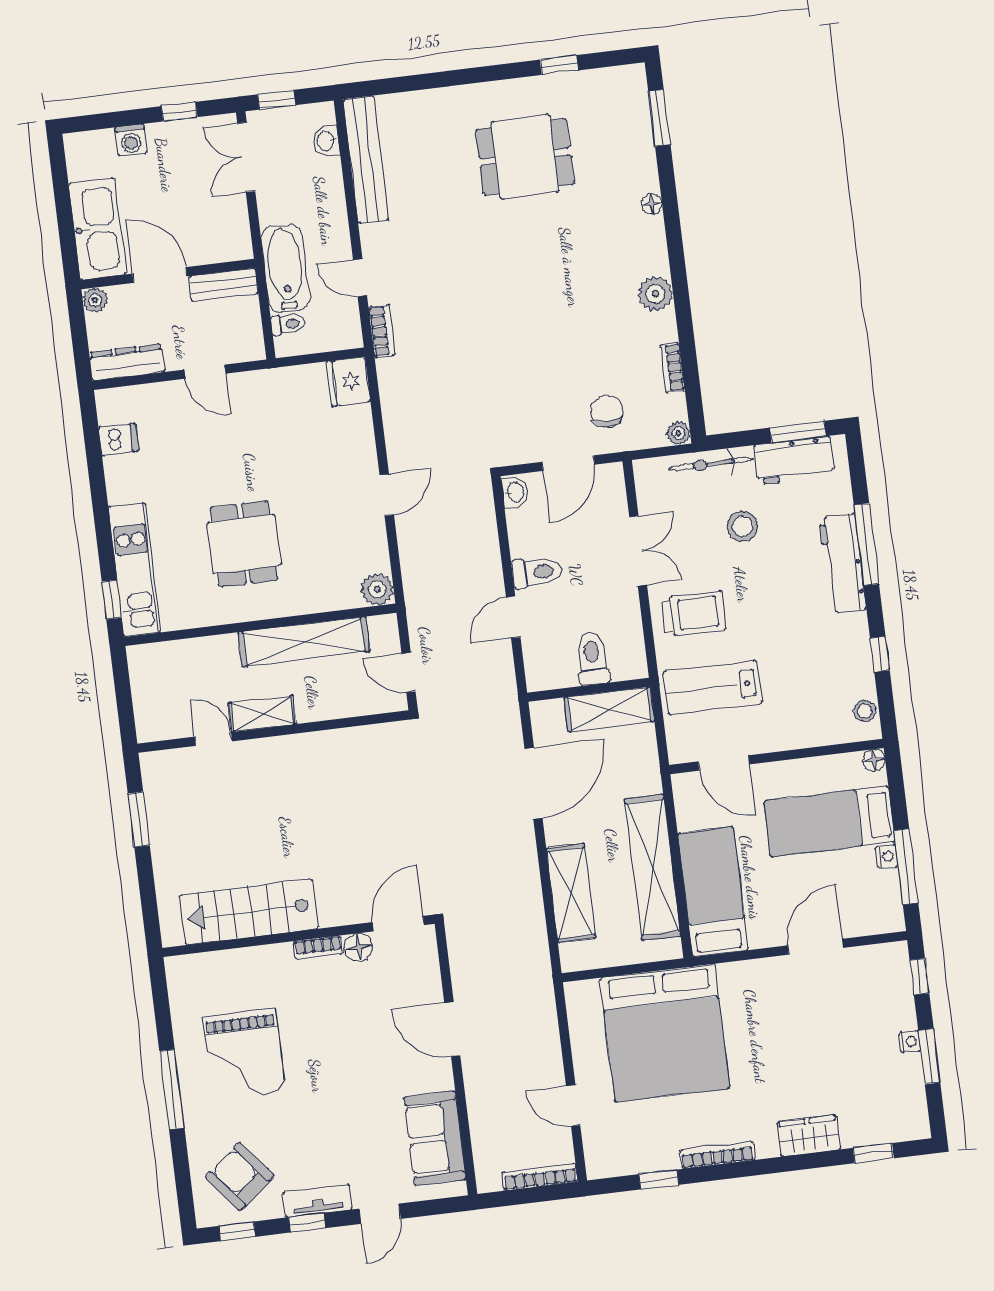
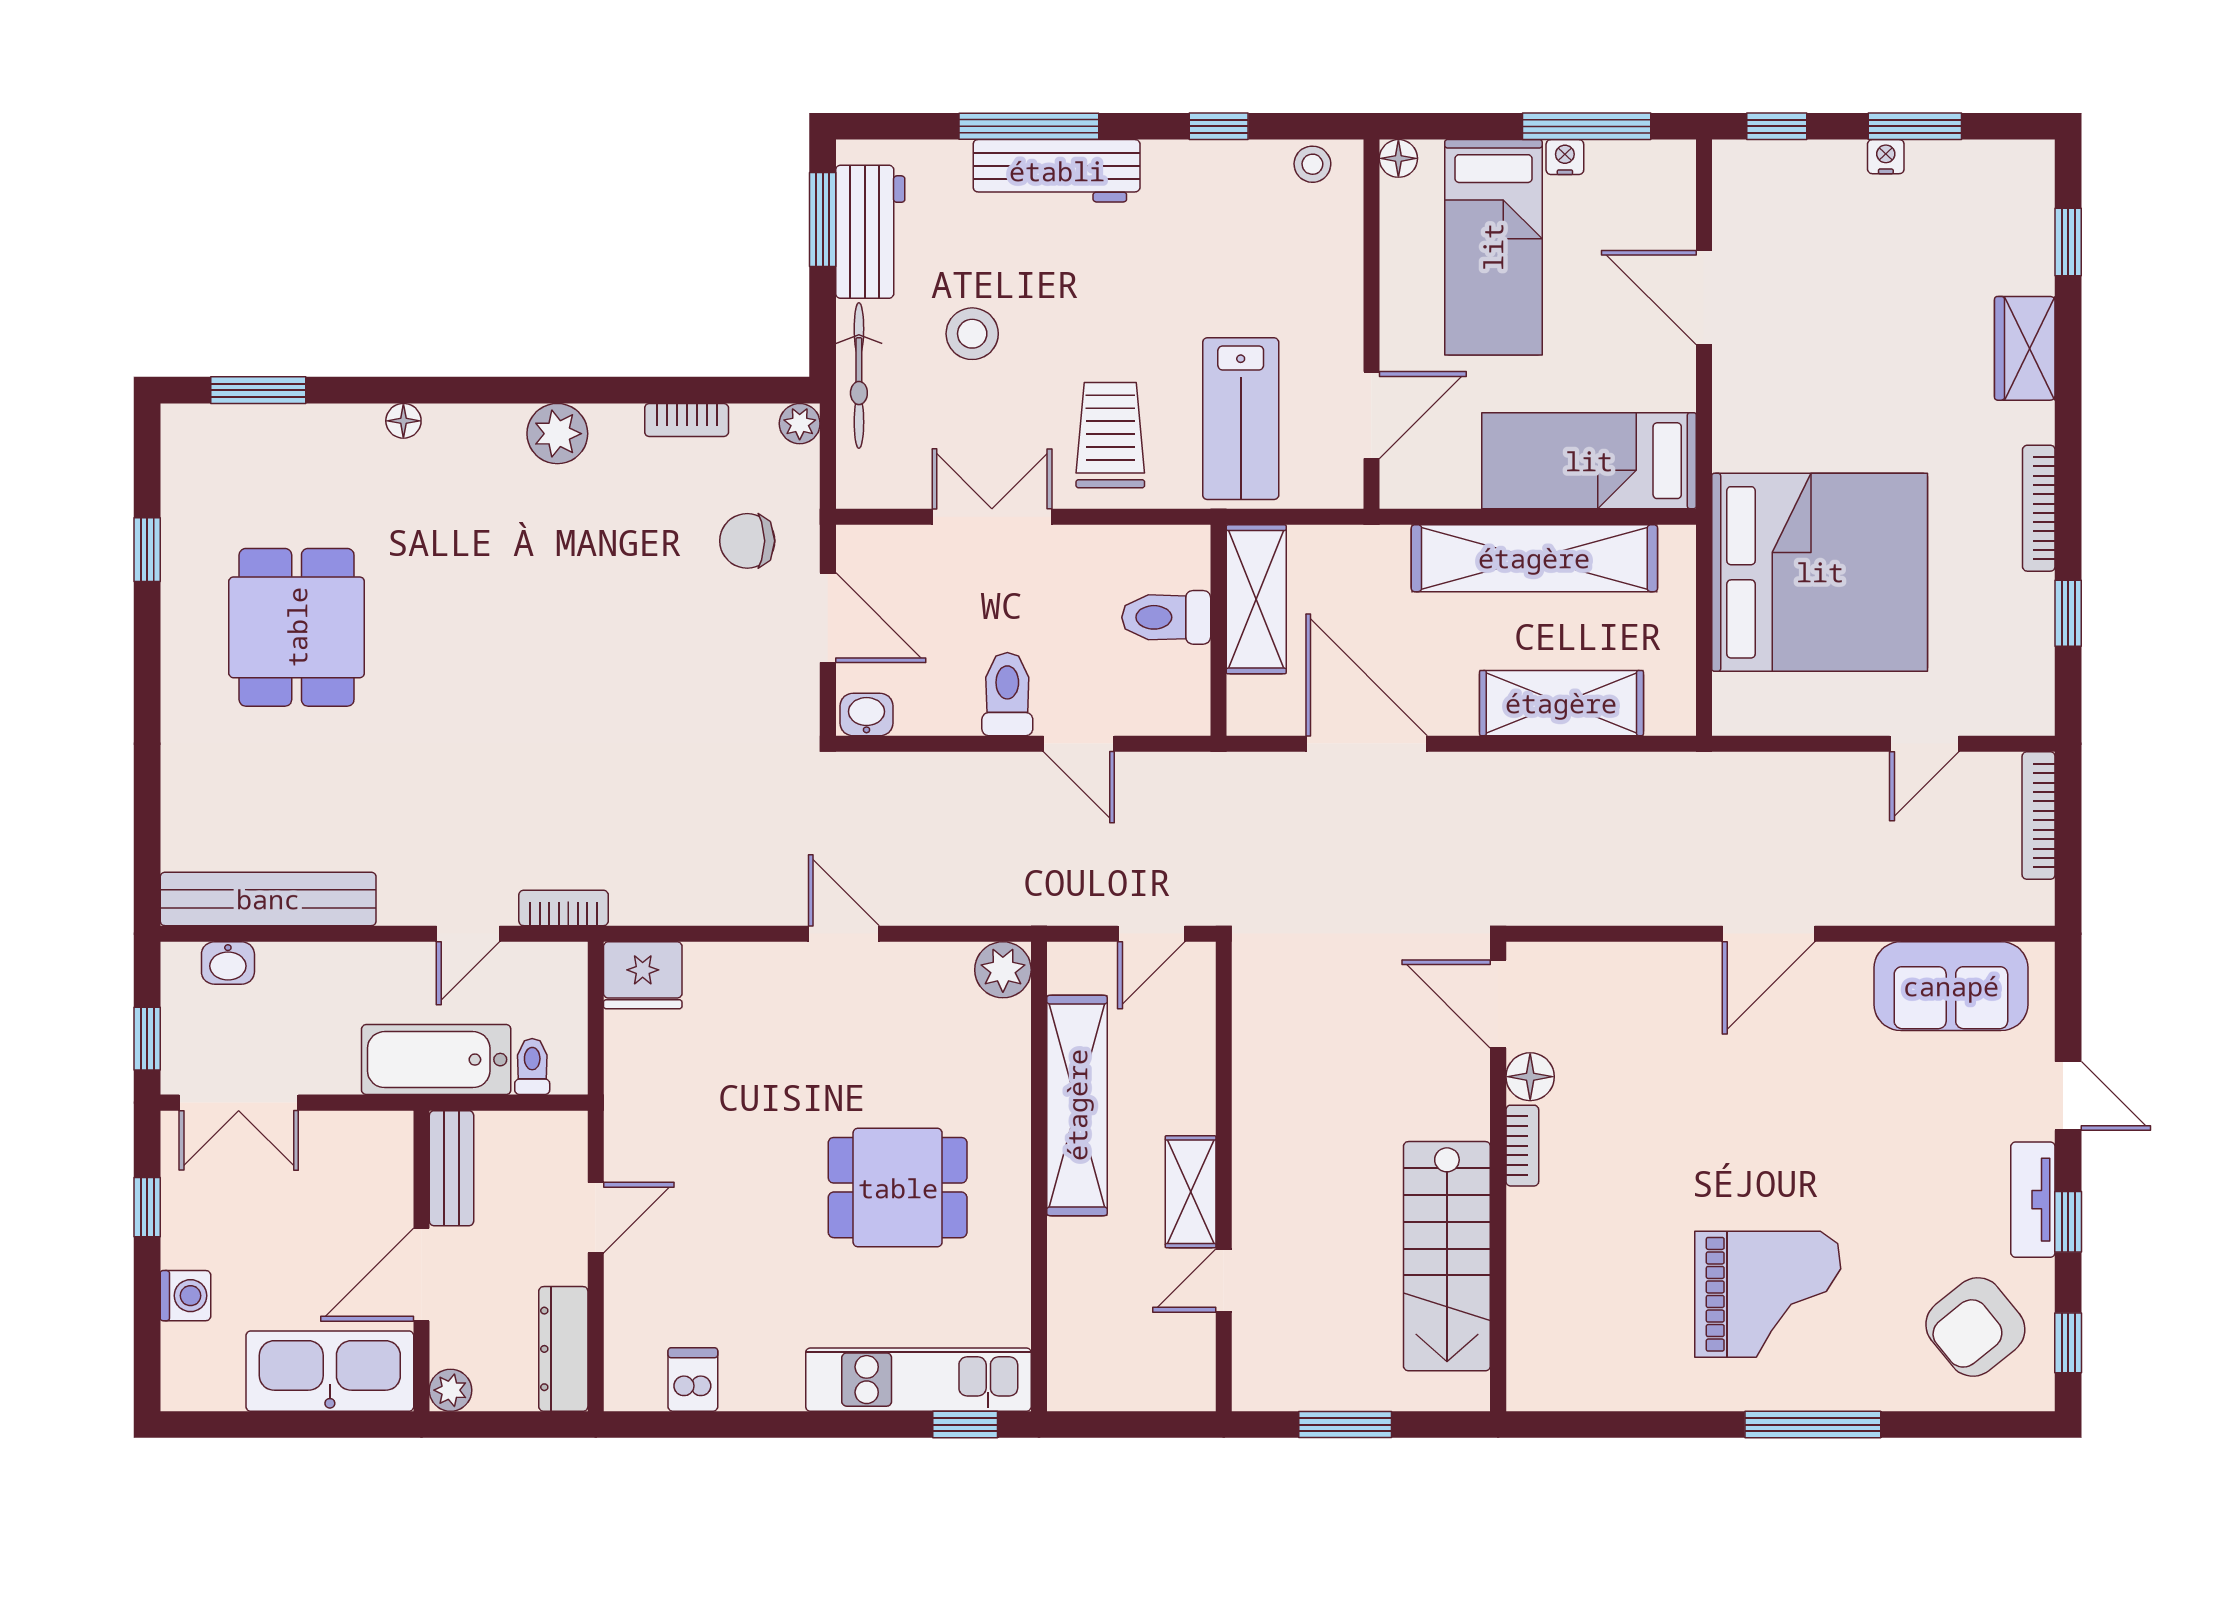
stairs: (249, 912) -> (1447, 1256), moved
door: (398, 924) -> (1498, 1004), moved
wall: (298, 936) -> (1498, 1176), moved
floor lamp: (358, 947) -> (1530, 1077), moved
bookcase: (318, 948) -> (1522, 1146), moved

